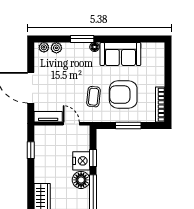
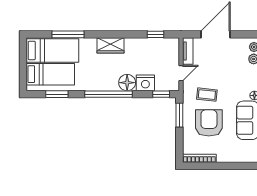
window: (128, 125) -> (179, 115), moved
window: (93, 158) -> (161, 94), moved

